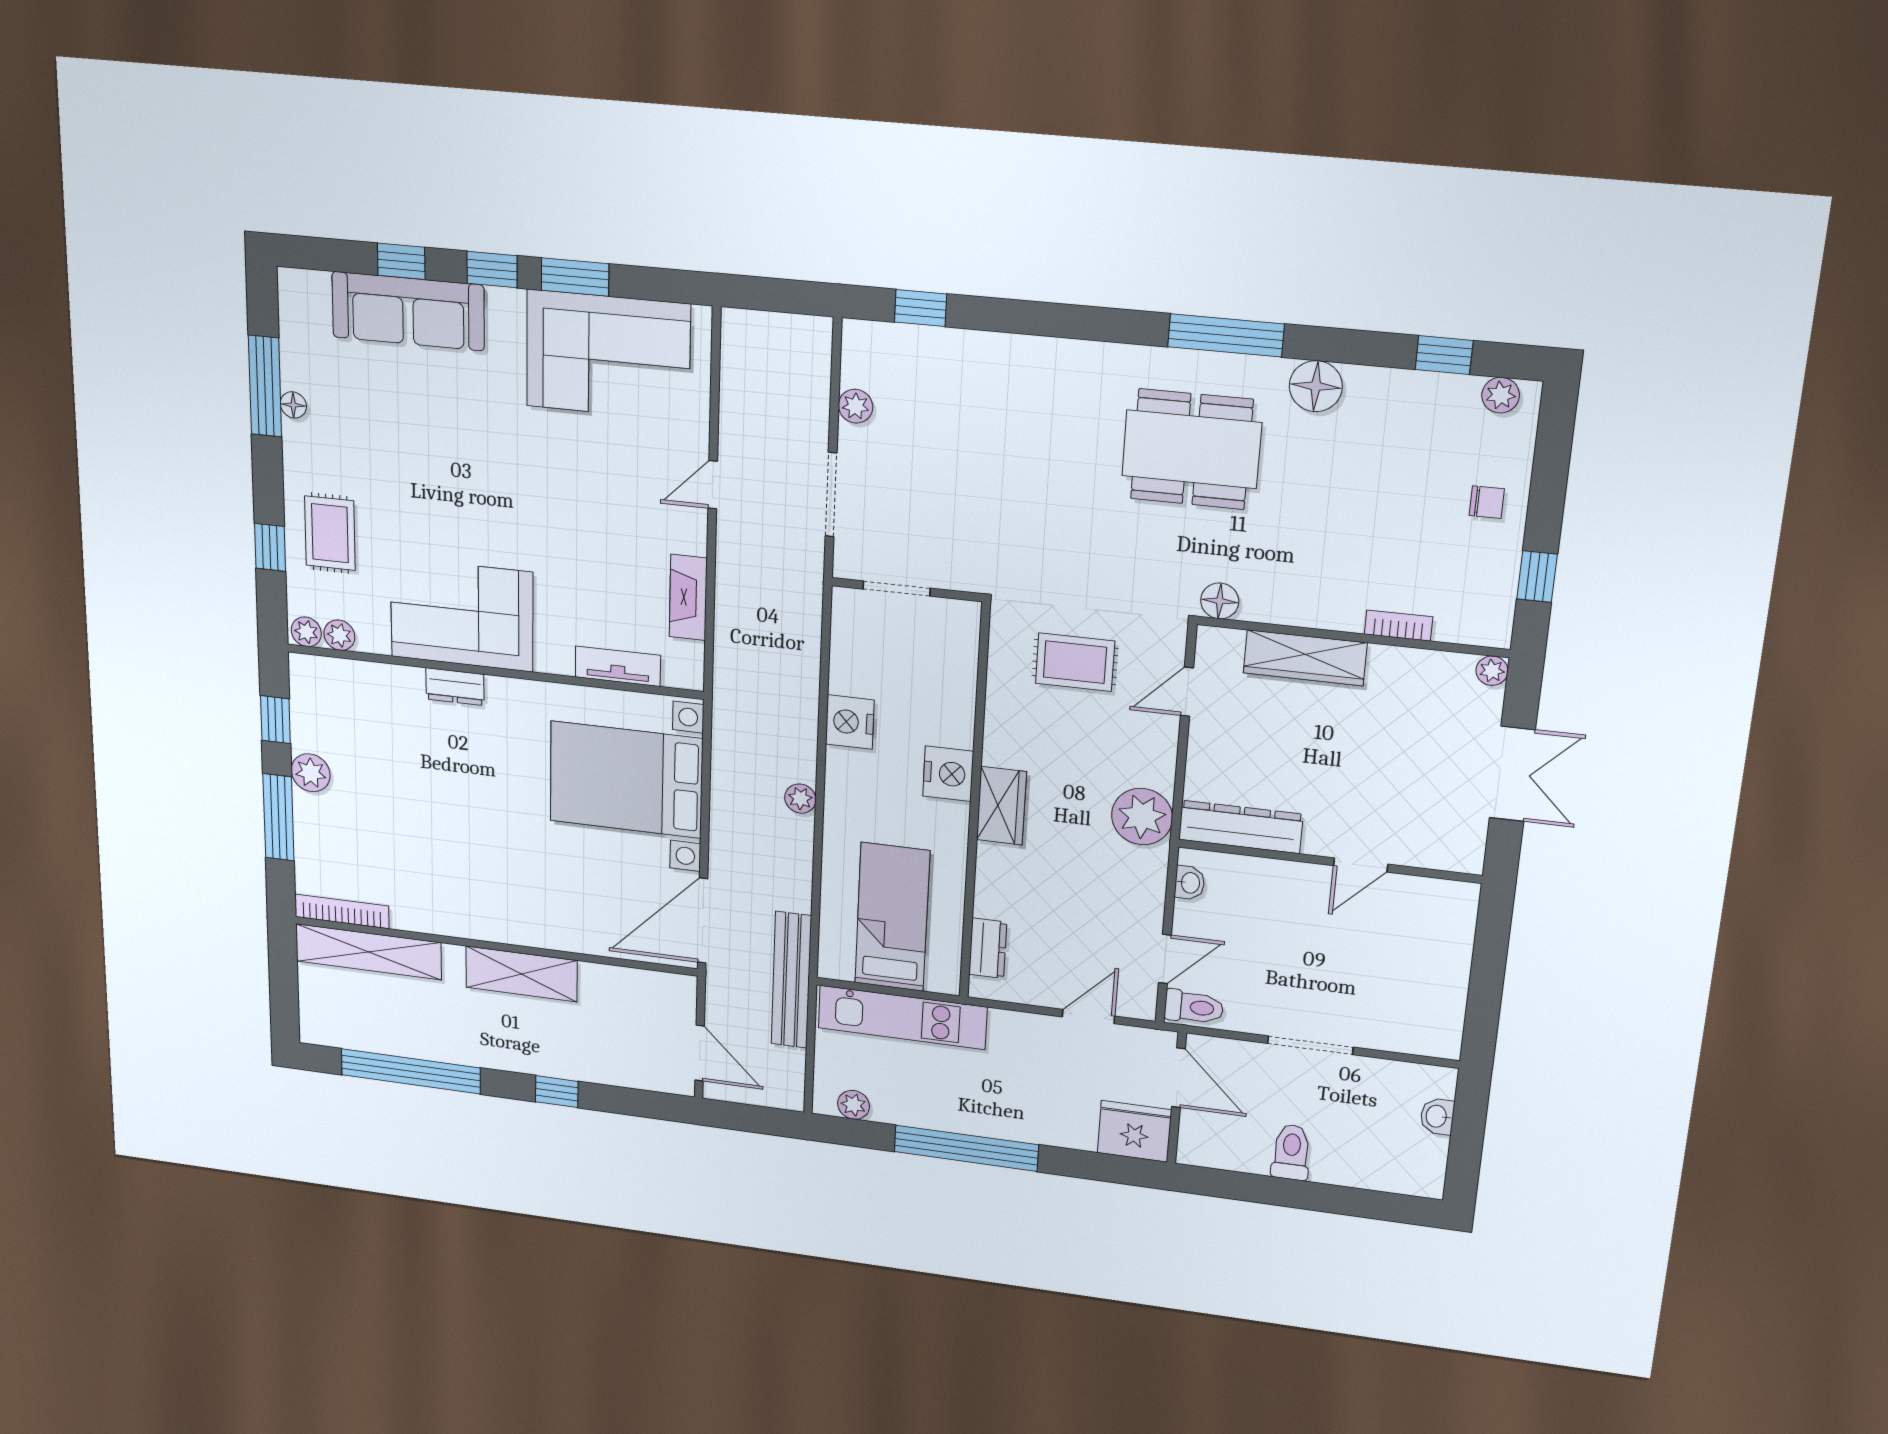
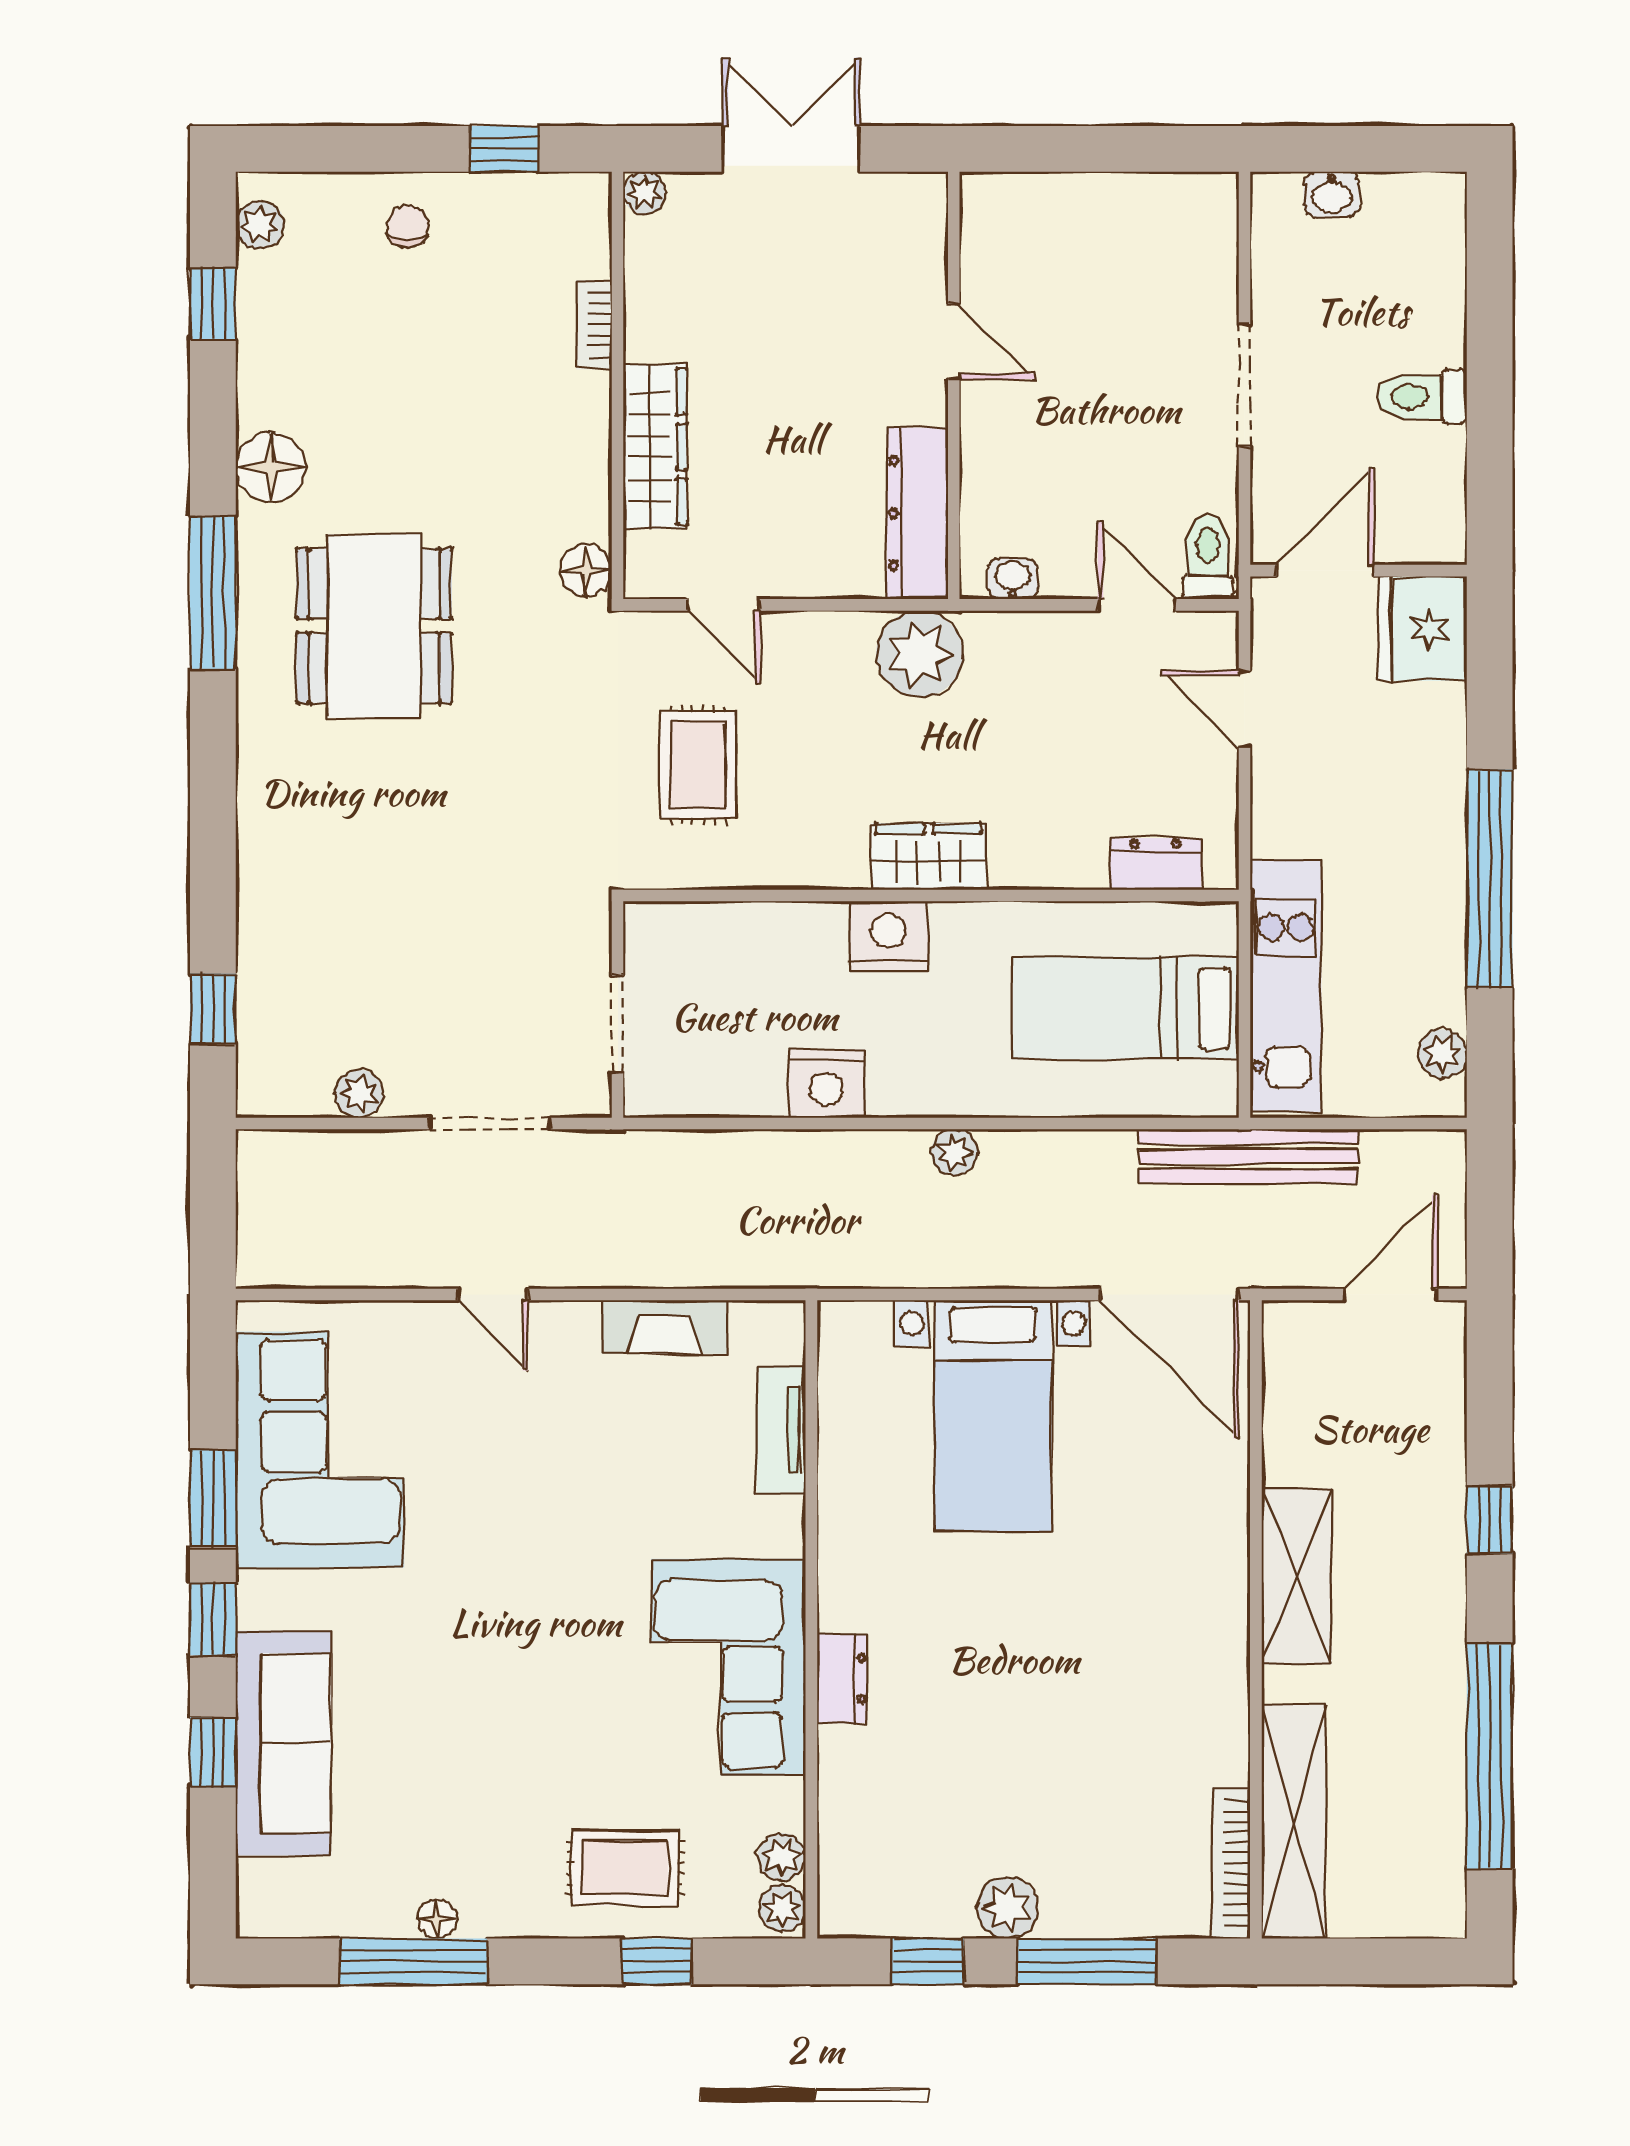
bed with nightstands: (626, 780) -> (993, 1416), width x0.73

